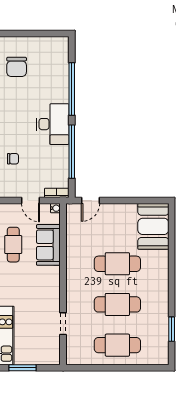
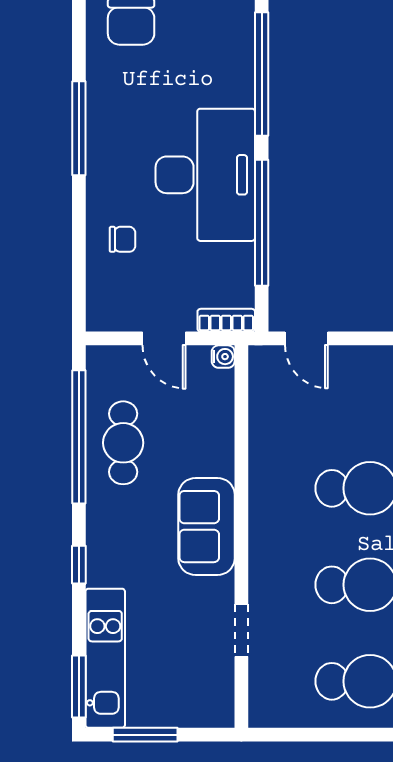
desk: (53, 124) -> (205, 175), width x1.36, depth x1.30
door: (91, 201) -> (306, 338), hinge flipped
sofa: (48, 245) -> (206, 527), moved

